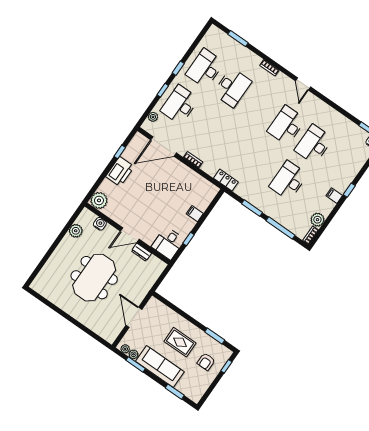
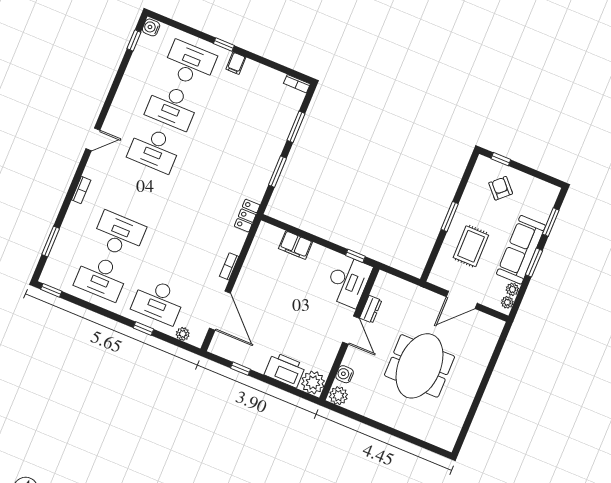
window: (178, 68) -> (51, 290), moved
printer: (120, 172) -> (285, 370), moved
desk: (288, 181) -> (190, 64), moved, turned 180
filing cabinet: (195, 214) -> (296, 245), width x2.00
plant: (317, 220) -> (274, 79), removed
window: (280, 228) -> (296, 127), width x0.69
plant: (76, 231) -> (338, 396), moved
window: (189, 239) -> (355, 256), moved
desk: (168, 243) -> (348, 281), width x1.37
meeting table: (94, 278) -> (419, 366), turned 90
window: (215, 336) -> (450, 216), moved
rug: (180, 342) -> (471, 246), moved
armchair: (206, 362) -> (501, 188), turned -133
window: (136, 364) -> (534, 263), moved

